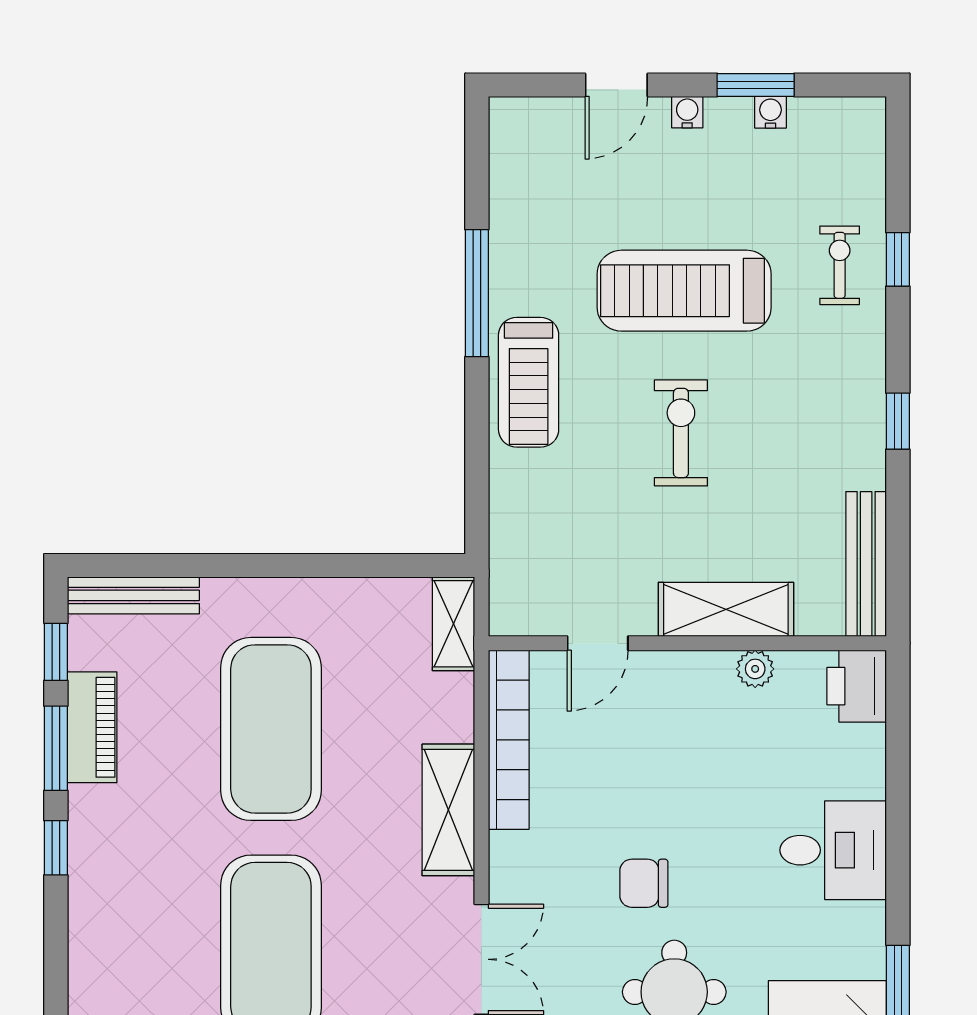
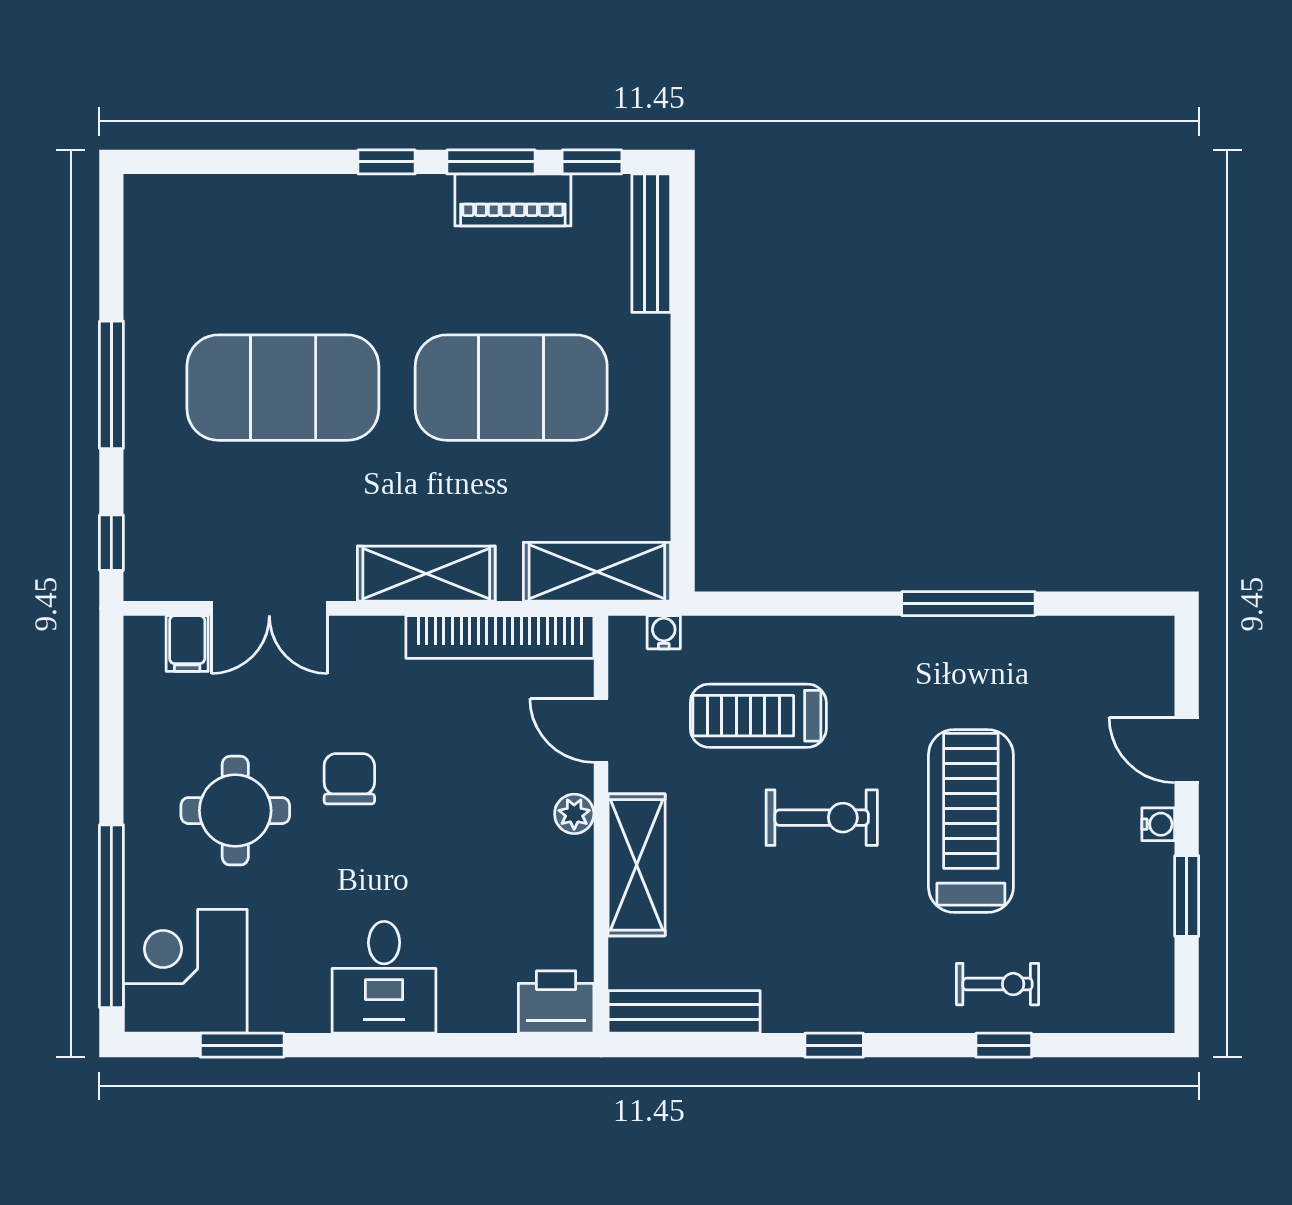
water cooler: (771, 112) -> (664, 632), moved, turned -90
treadmill: (529, 382) -> (758, 716), moved
shelving: (454, 624) -> (597, 572), width x1.50, depth x1.33
plant: (755, 669) -> (574, 814), moved

